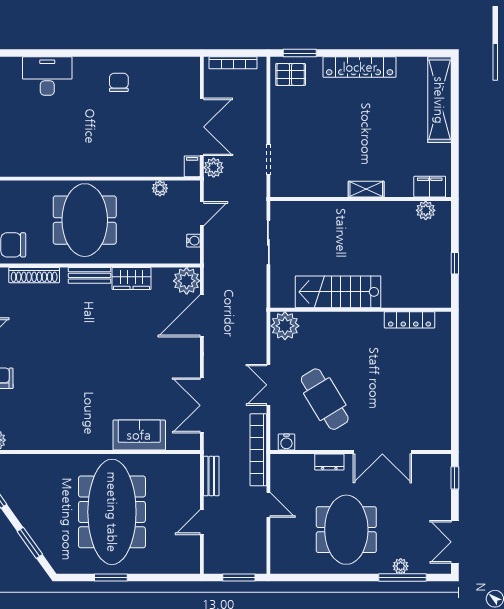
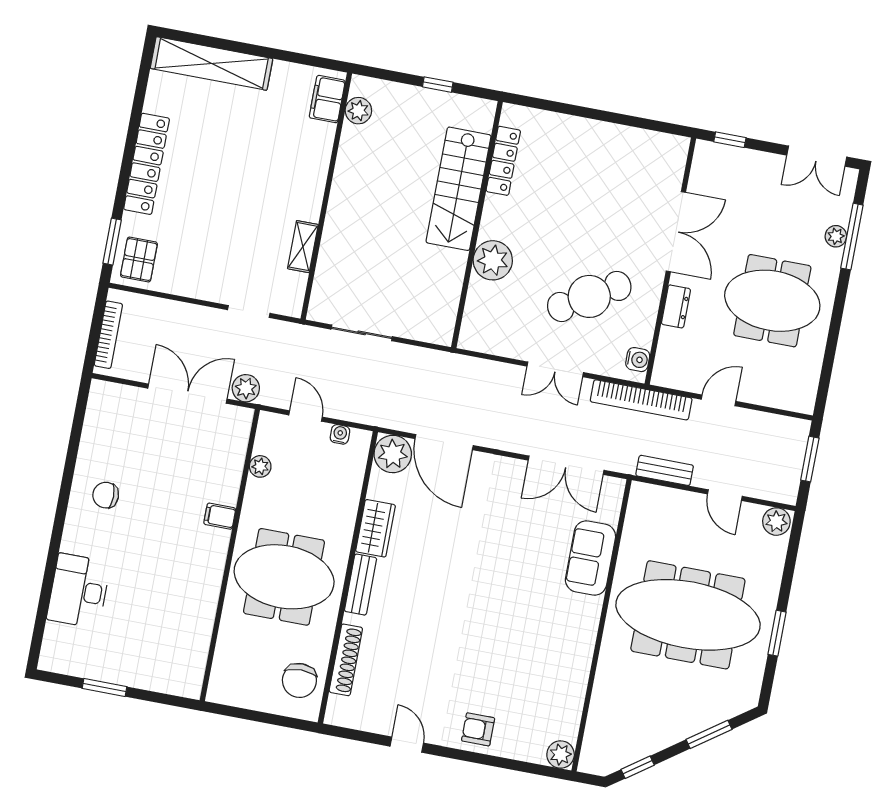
filing cabinet: (192, 166) -> (220, 516), moved
shelving: (366, 189) -> (303, 247), moved
stairs: (338, 292) -> (458, 189), moved
plant: (285, 326) -> (493, 260), moved
plant: (190, 562) -> (776, 522), added

